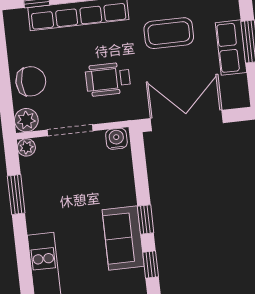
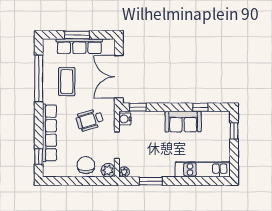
row of seats: (231, 48) -> (79, 46), width x1.48
wheelchair: (108, 79) -> (90, 120), turned 74
window: (146, 219) -> (138, 107), moved

